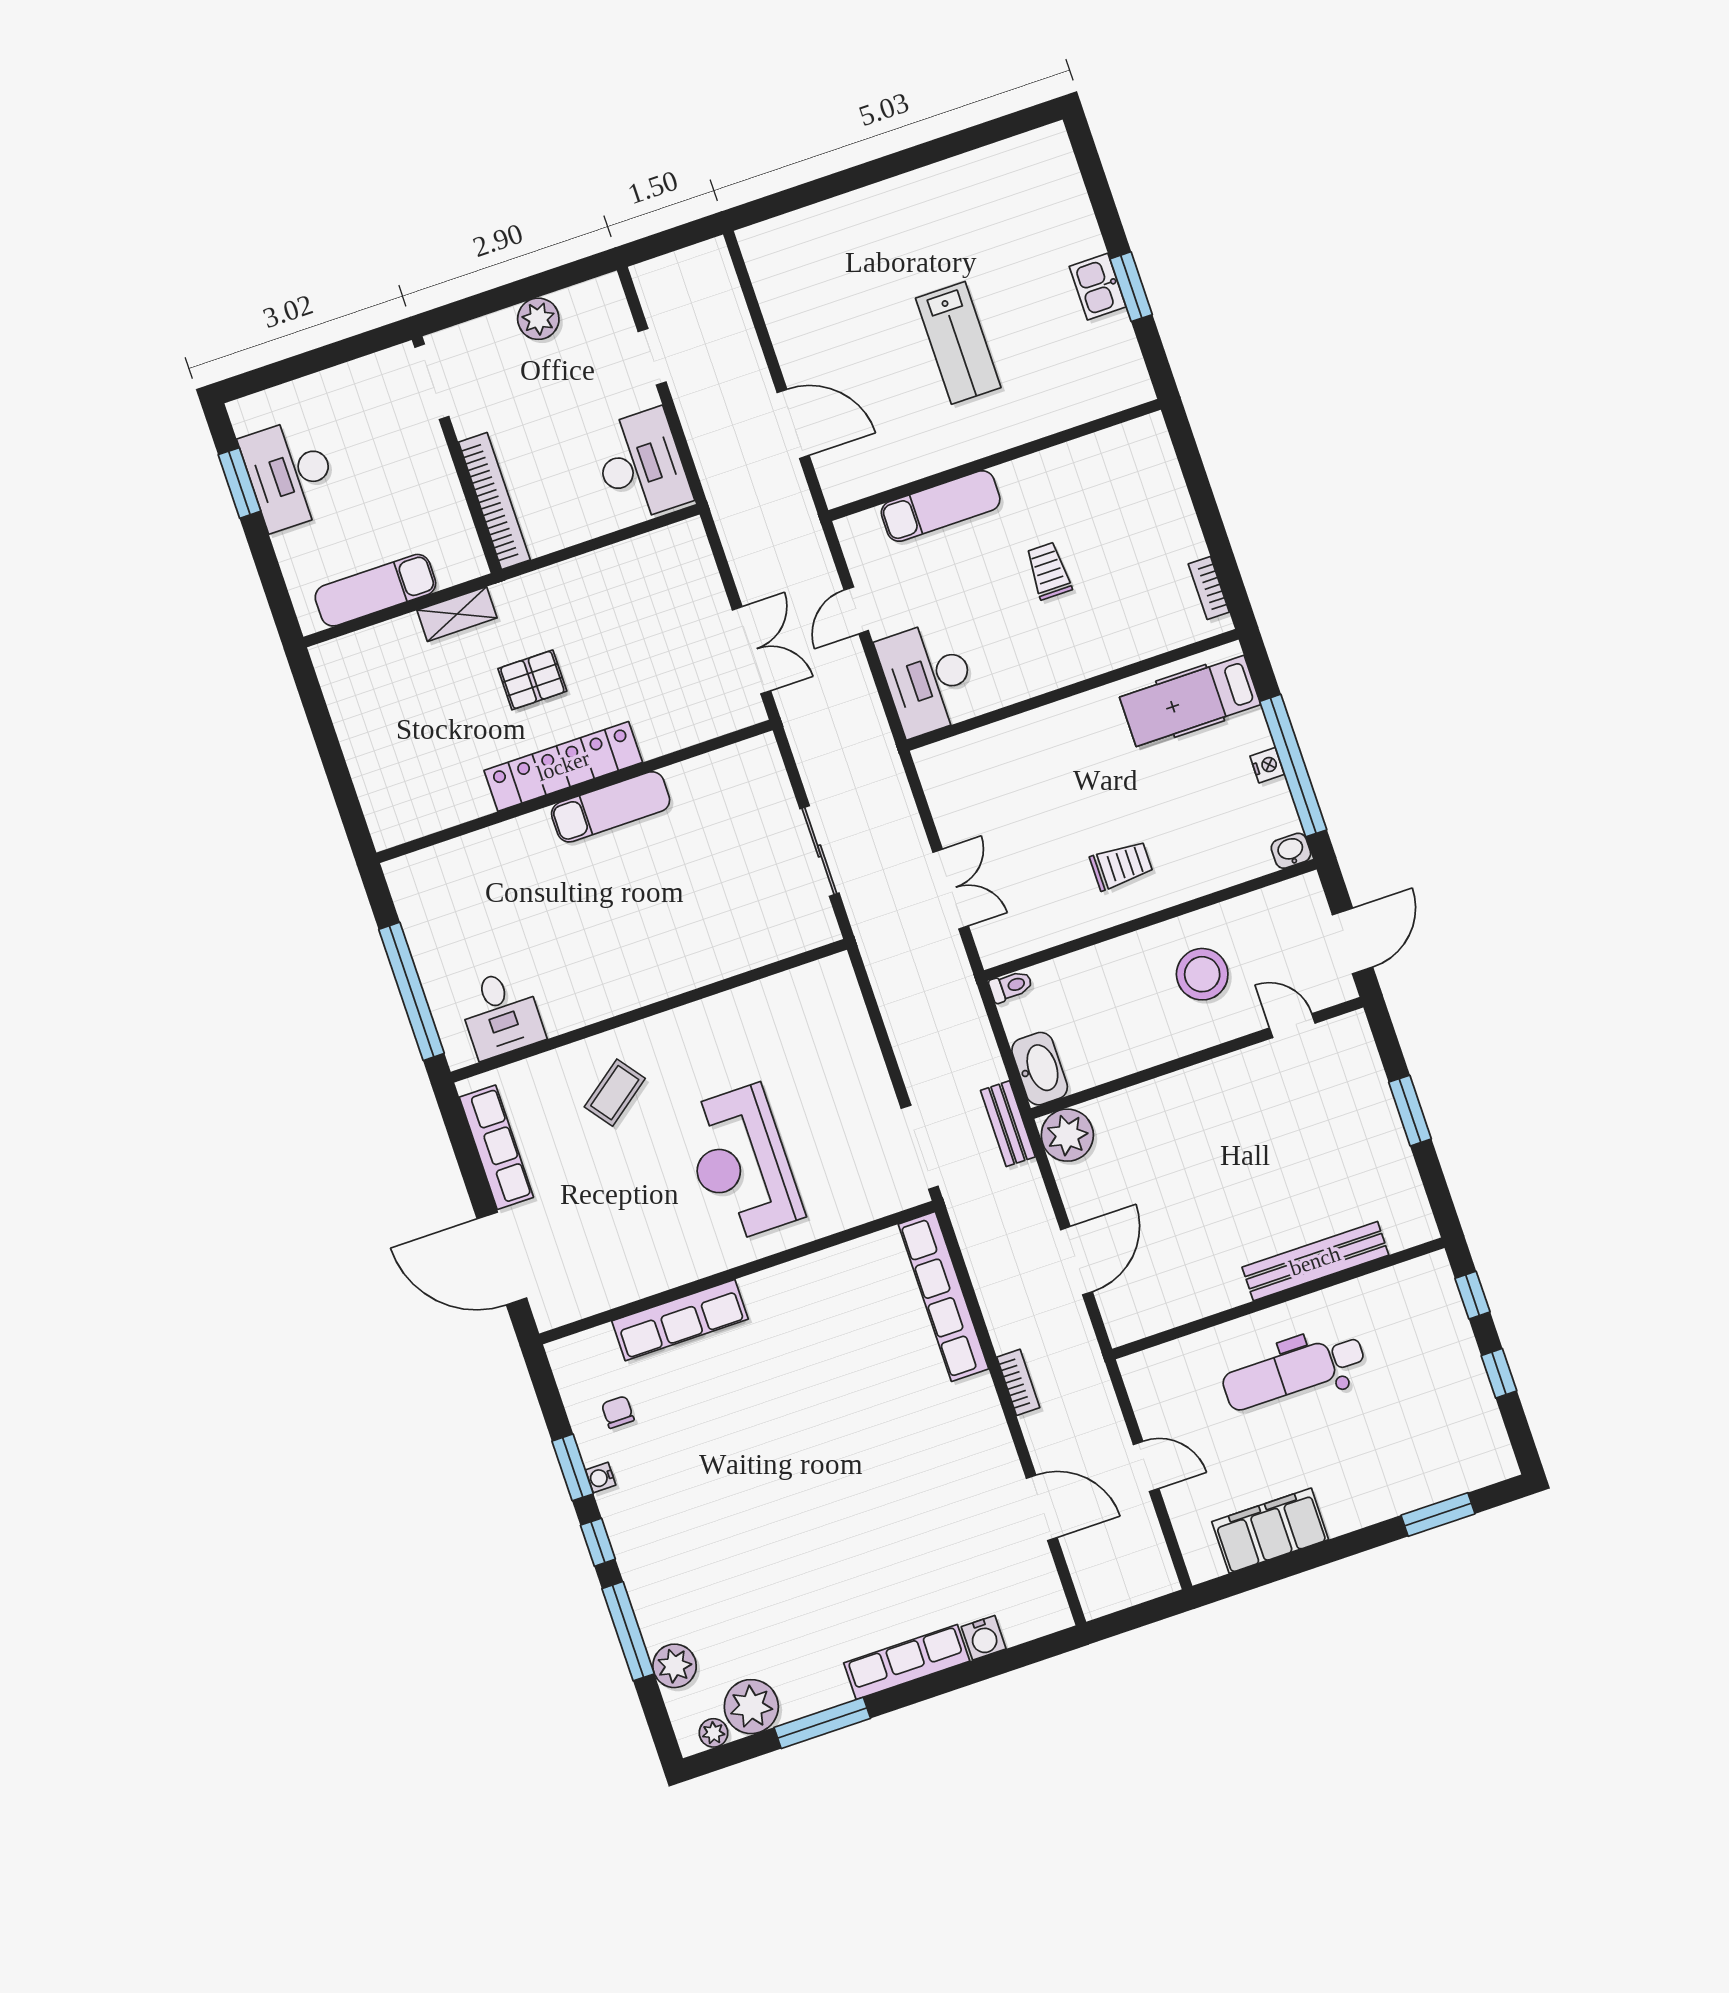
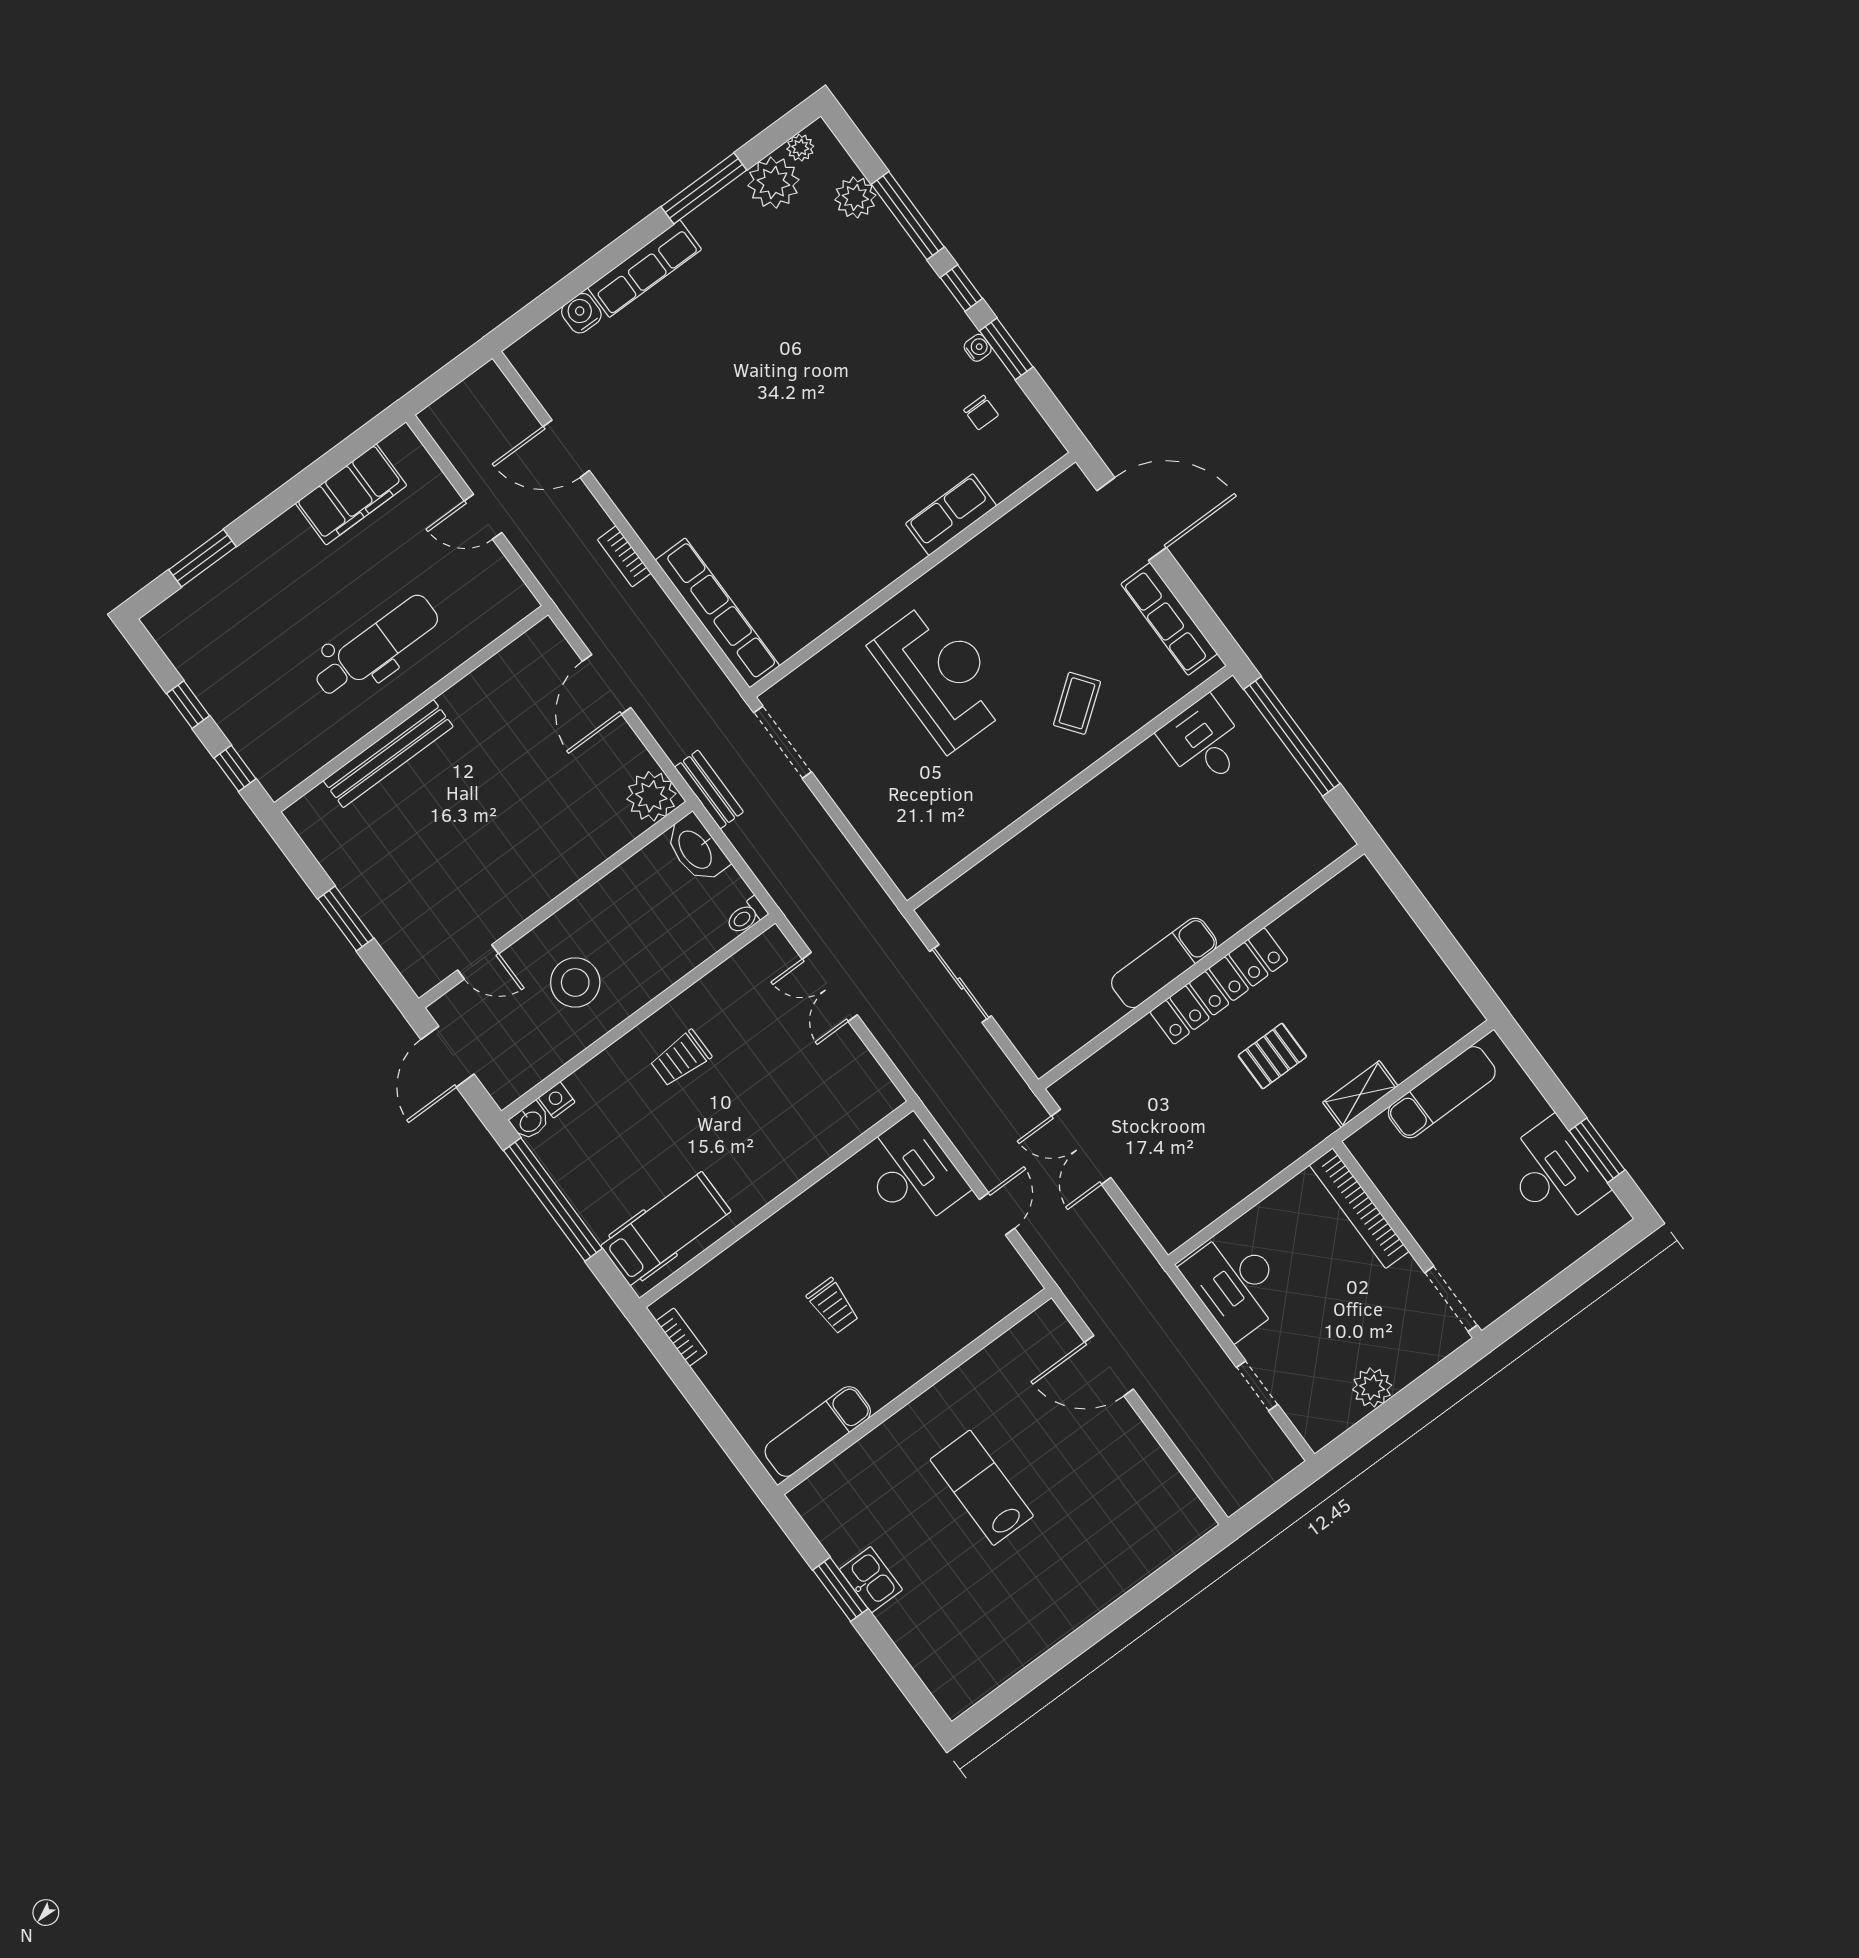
exam couch: (941, 506) -> (818, 1432), moved
nightstand: (1267, 765) -> (557, 1100), moved, turned 90
row of seats: (680, 1320) -> (951, 515), width x0.68

